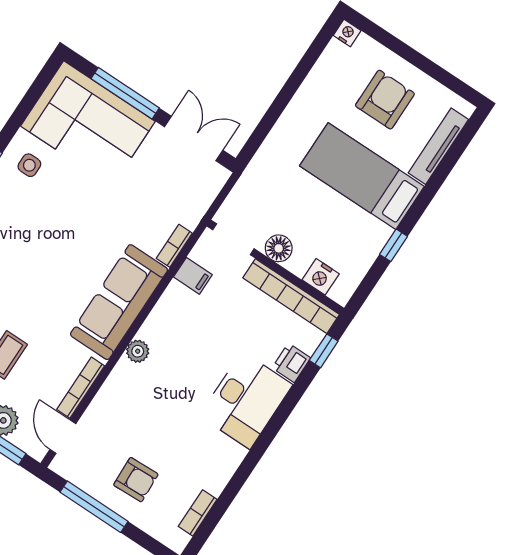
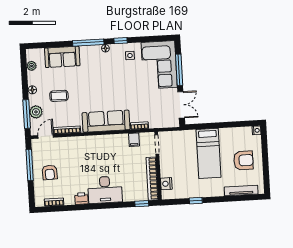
bed: (362, 176) -> (208, 153), moved, turned 180
floor lamp: (279, 248) -> (165, 162), removed
plant: (138, 351) -> (94, 140), removed
printer: (291, 363) -> (81, 198), moved

